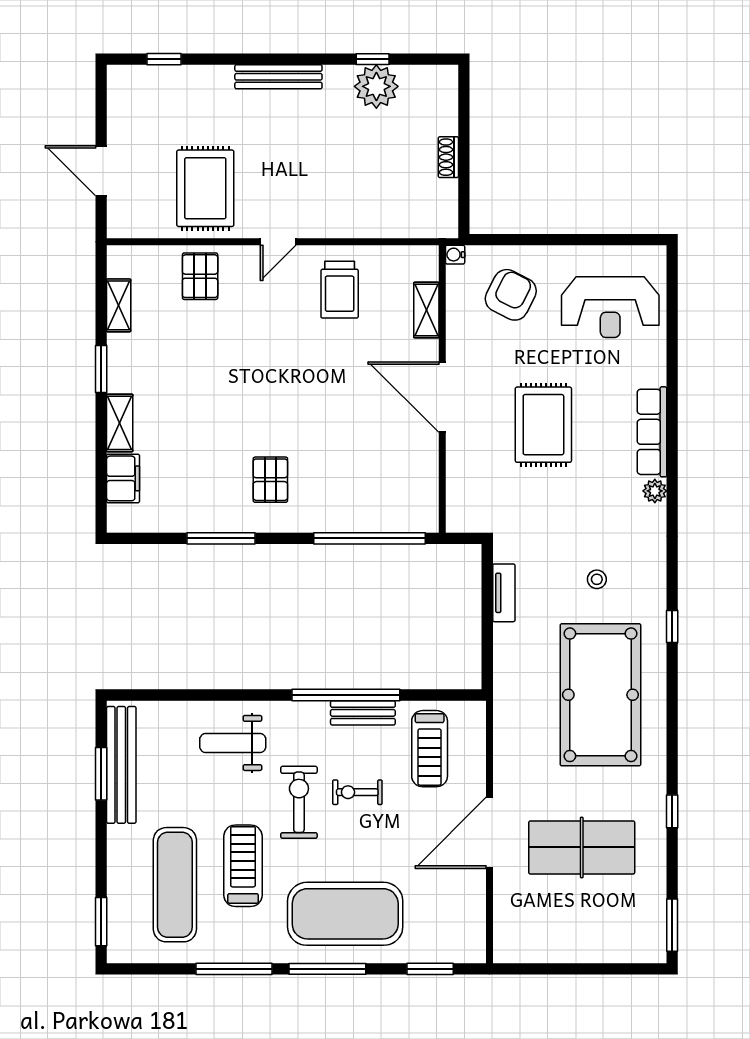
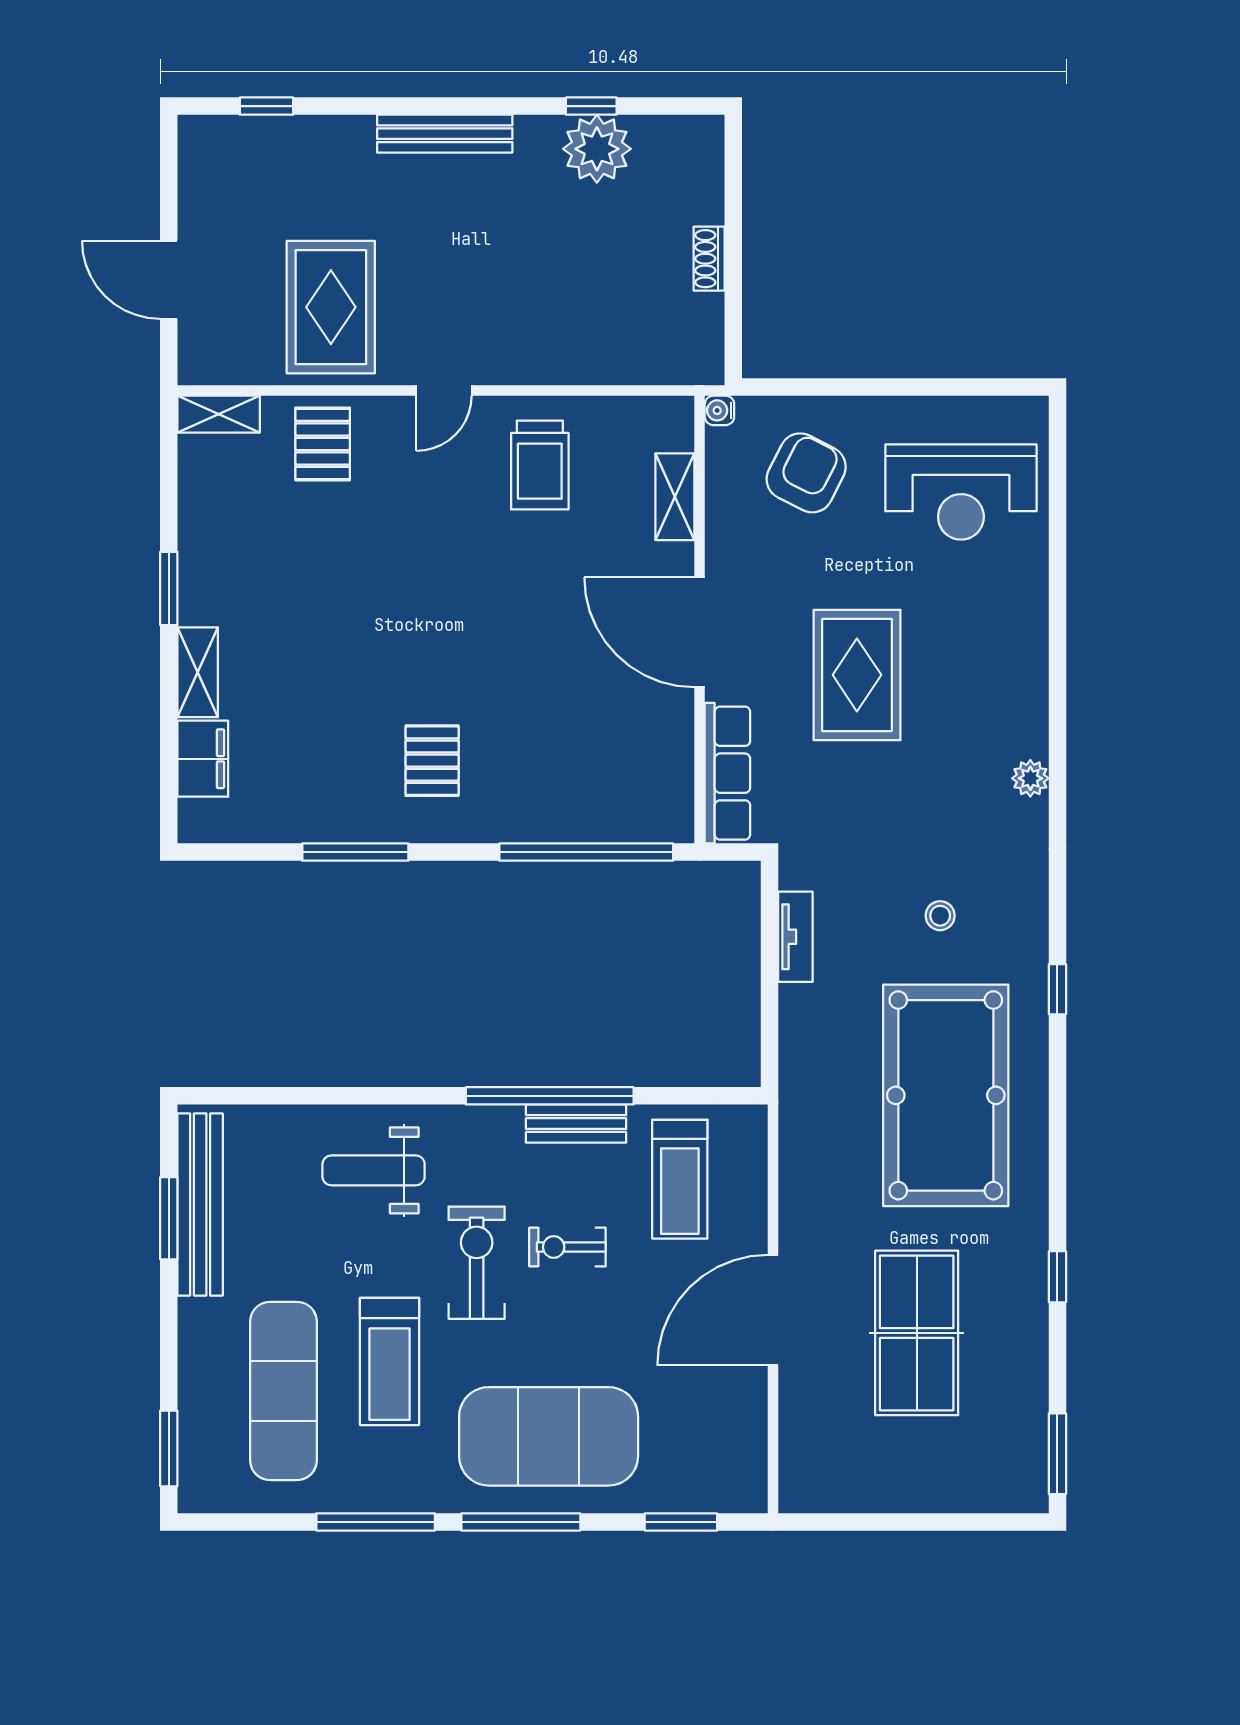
shelving: (119, 305) -> (219, 414), moved, turned 90
row of seats: (652, 432) -> (727, 773), moved, turned 180
table tennis table: (582, 847) -> (917, 1333), turned 90
treadmill: (243, 866) -> (390, 1361), turned 180

